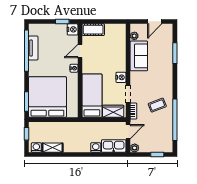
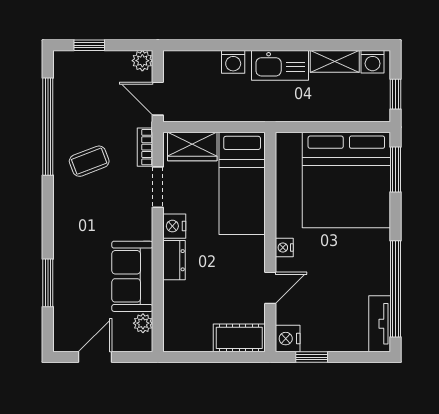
tv unit: (33, 48) -> (380, 324), moved
dresser: (121, 63) -> (174, 260), added
door: (128, 132) -> (158, 99), hinge flipped
kitchen sink: (114, 146) -> (280, 65), moved

